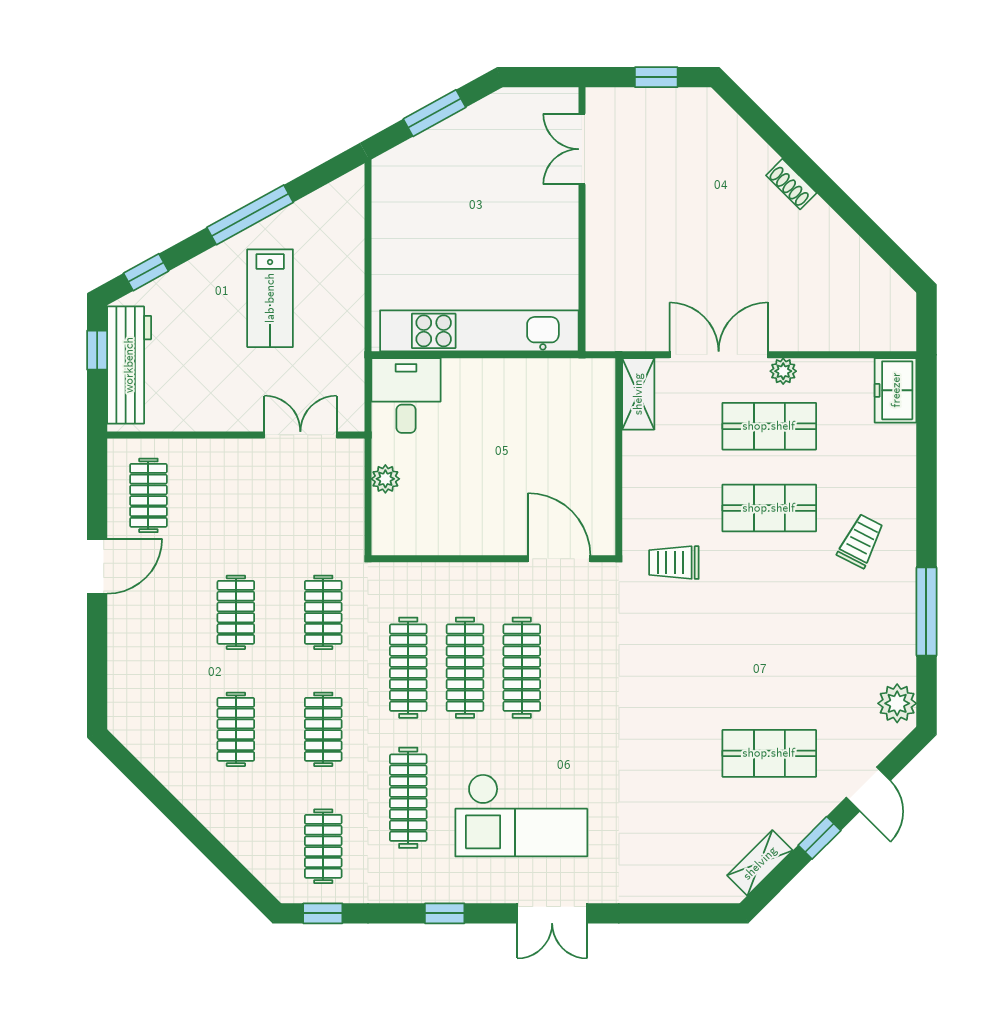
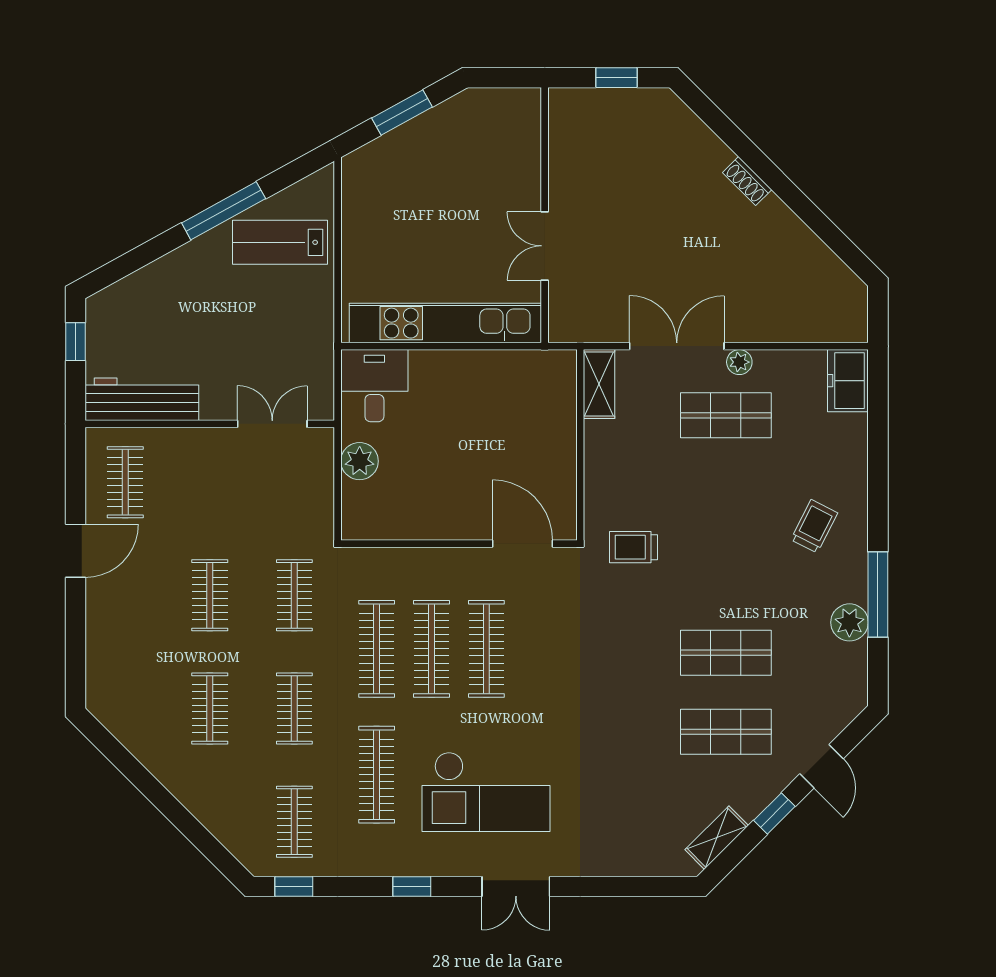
double door: (582, 149) -> (545, 246), moved
window: (146, 272) -> (123, 266), removed
lab bench: (270, 298) -> (280, 242), moved, turned 90
workbench: (129, 365) -> (142, 399), moved, turned -90
plant: (385, 479) -> (360, 461), width x1.38, depth x1.38
shop shelf: (769, 508) -> (726, 653), moved
plant: (897, 703) -> (849, 622), moved

